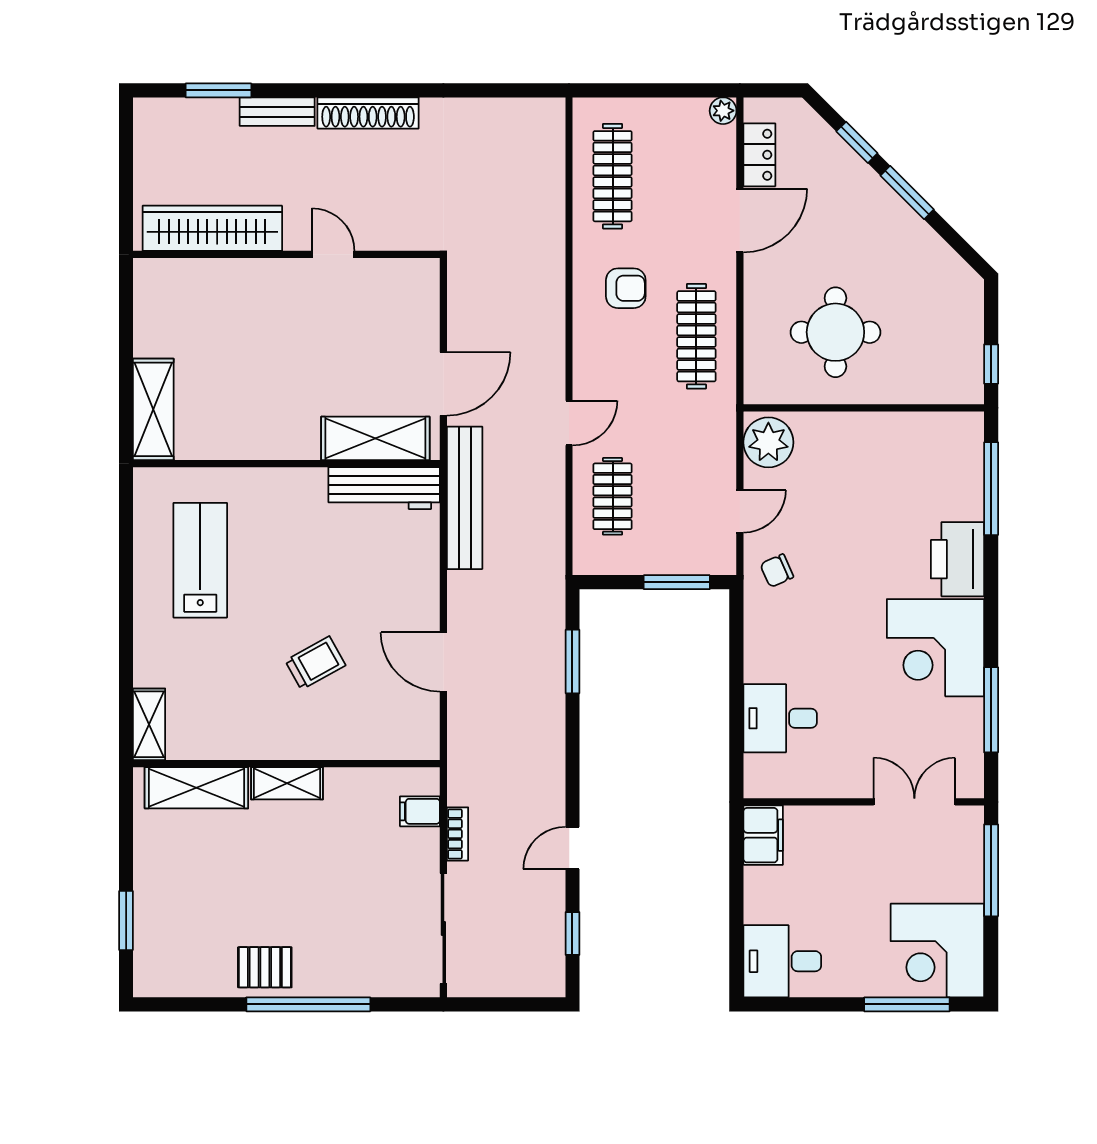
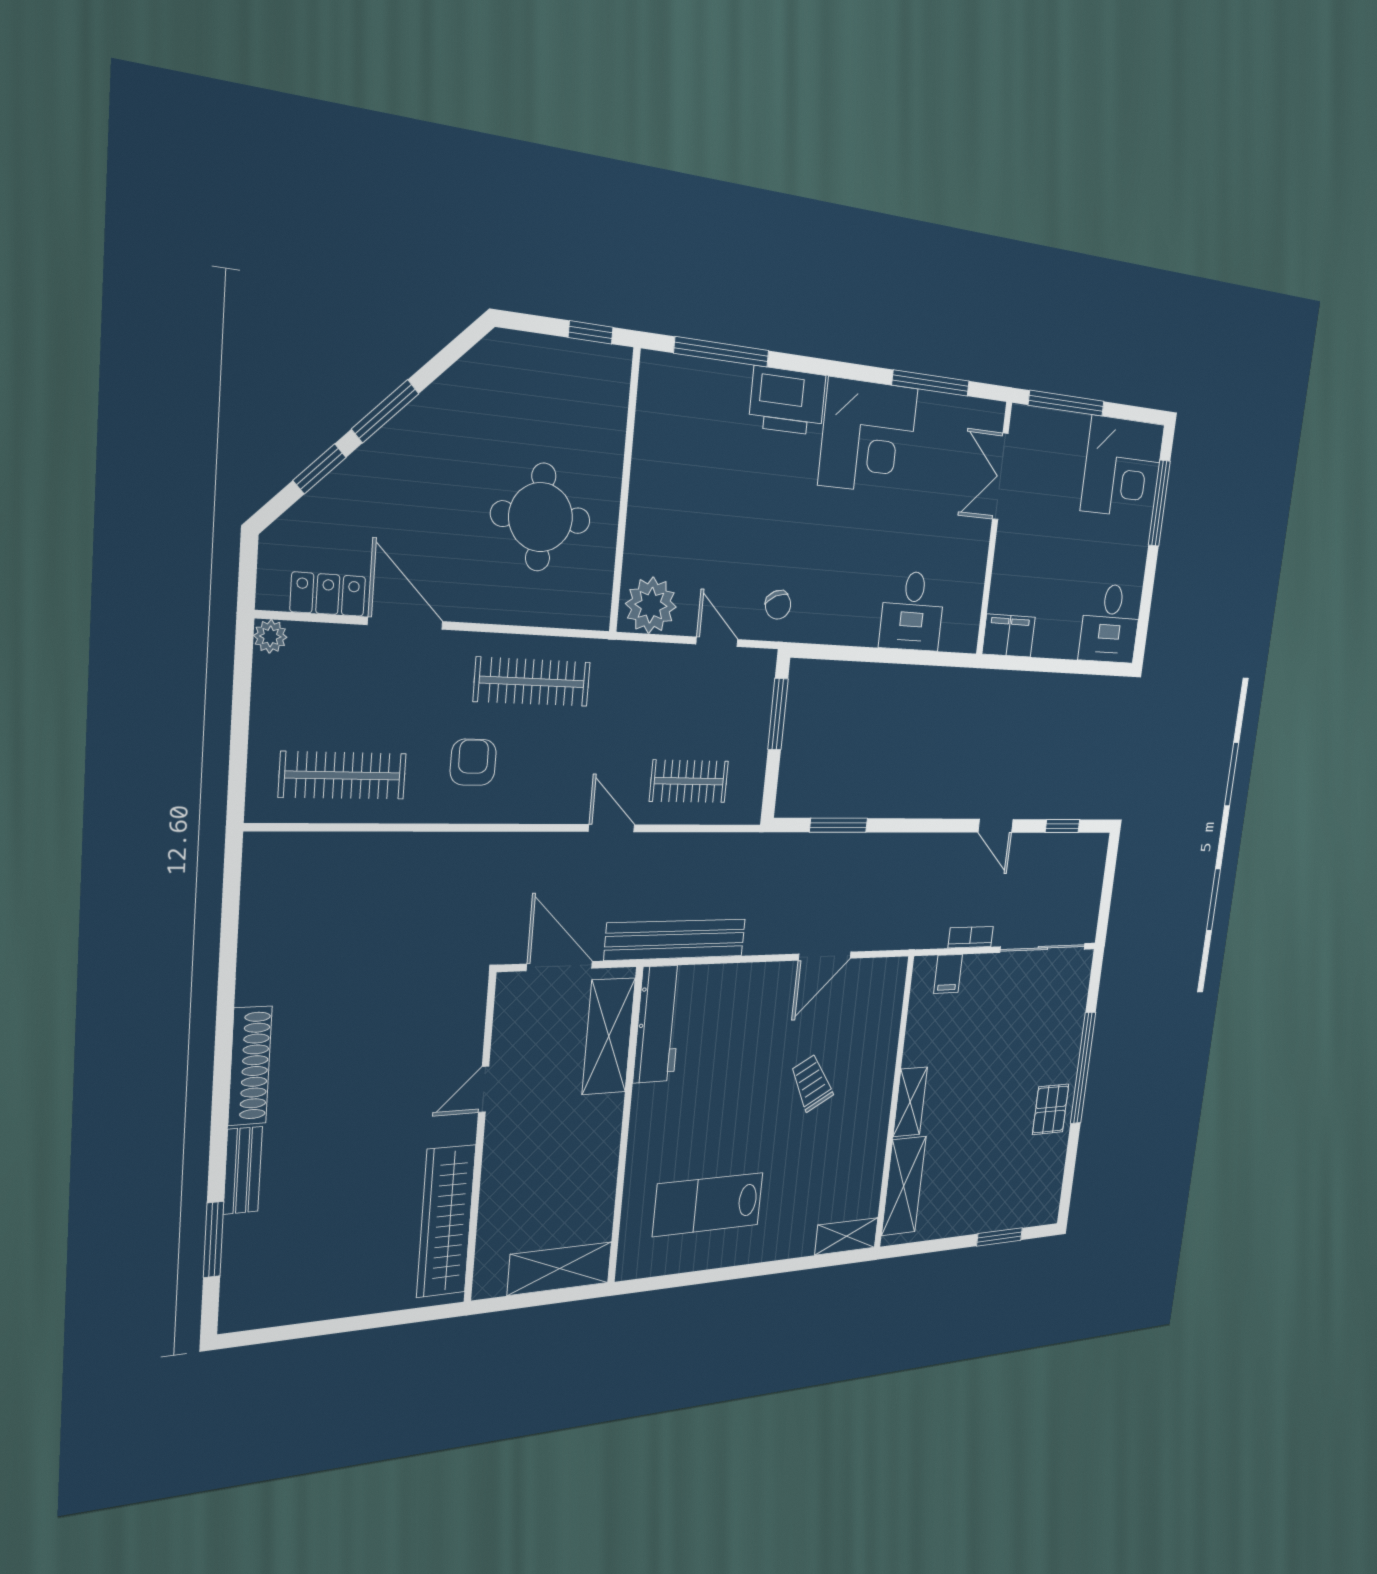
wardrobe: (212, 228) -> (446, 1221), moved
wall: (286, 254) -> (480, 1139), moved
door: (333, 254) -> (484, 1089), moved

